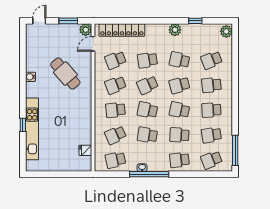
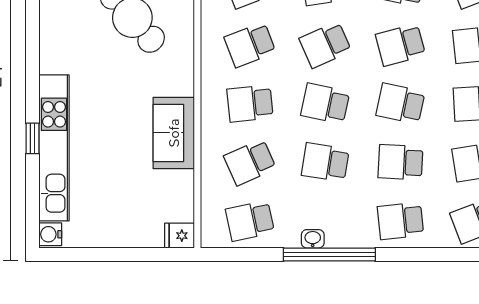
water cooler: (30, 77) -> (50, 234), moved
sofa: (83, 123) -> (174, 133), added
fridge: (85, 150) -> (179, 236), moved

